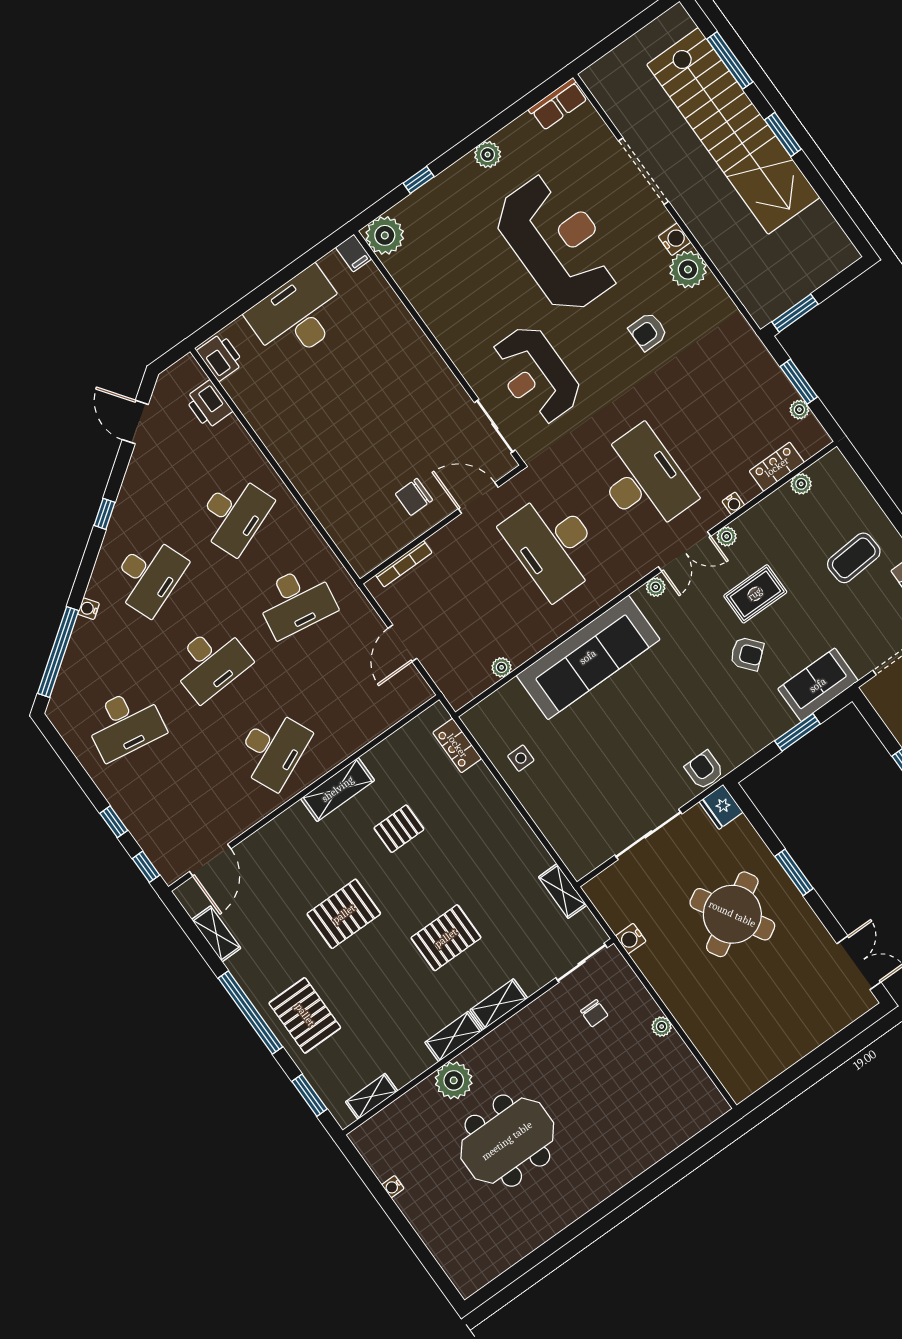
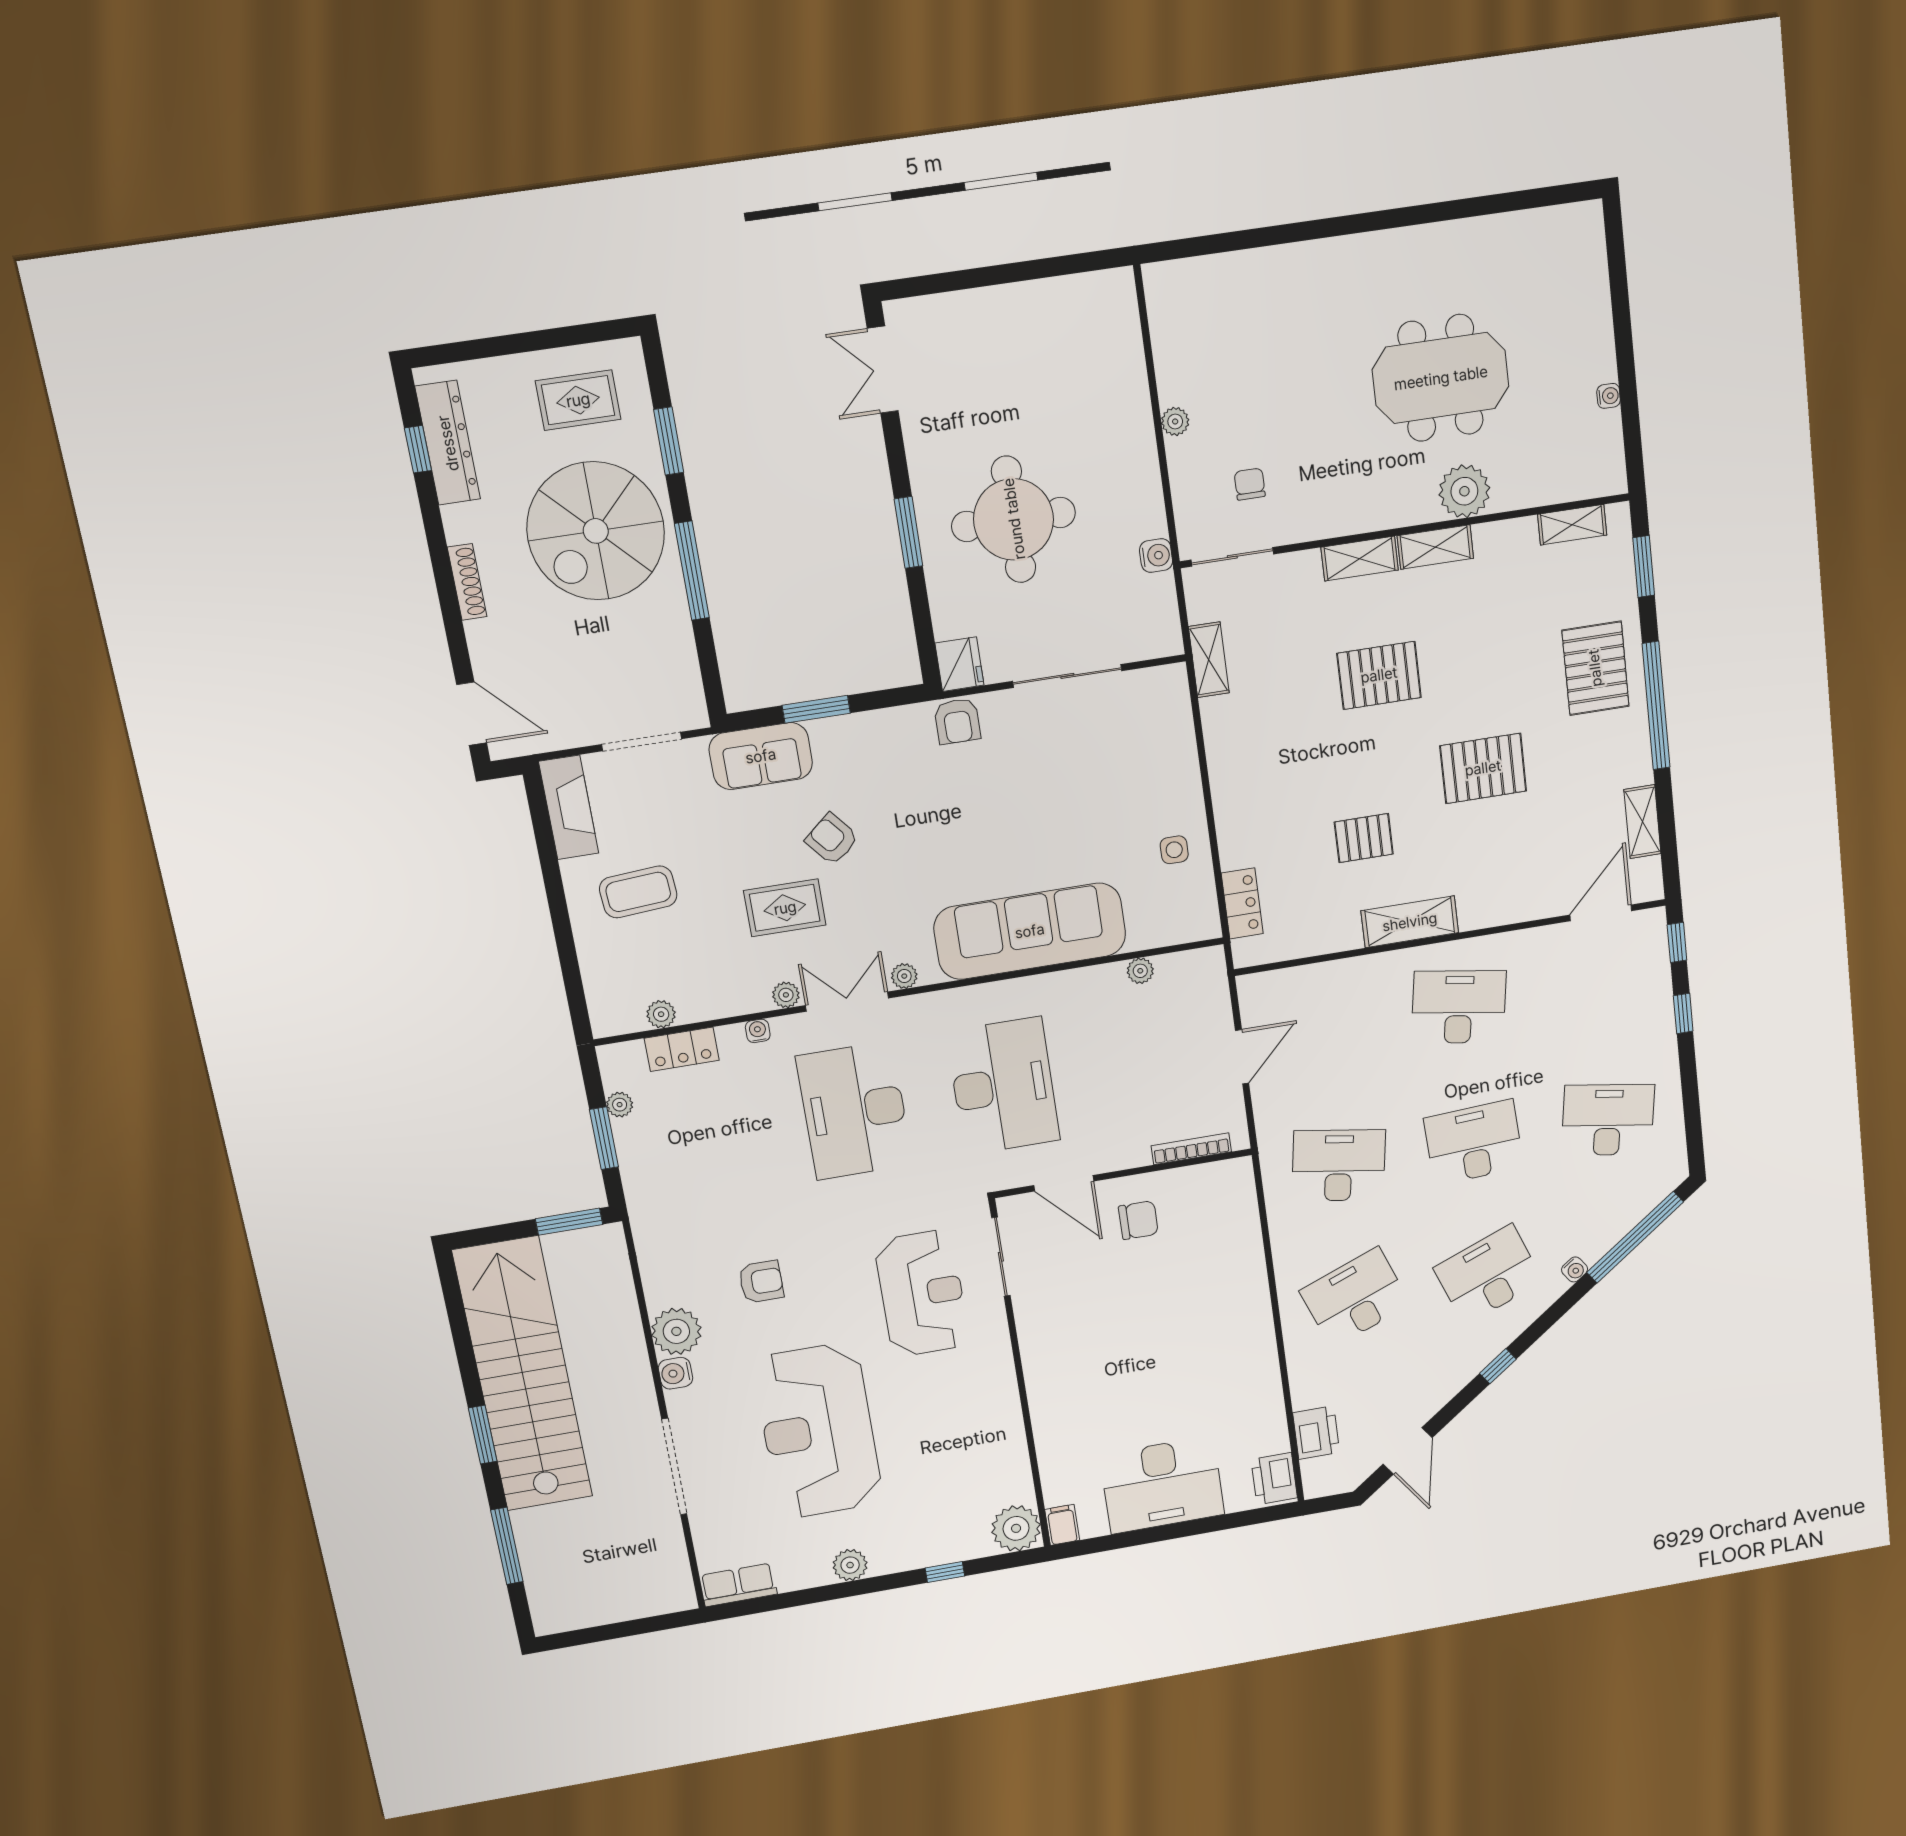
stairs: (733, 131) -> (523, 1375), moved
desk: (272, 749) -> (1459, 1007), turned 33
round table: (732, 914) -> (1014, 519), turned 30

